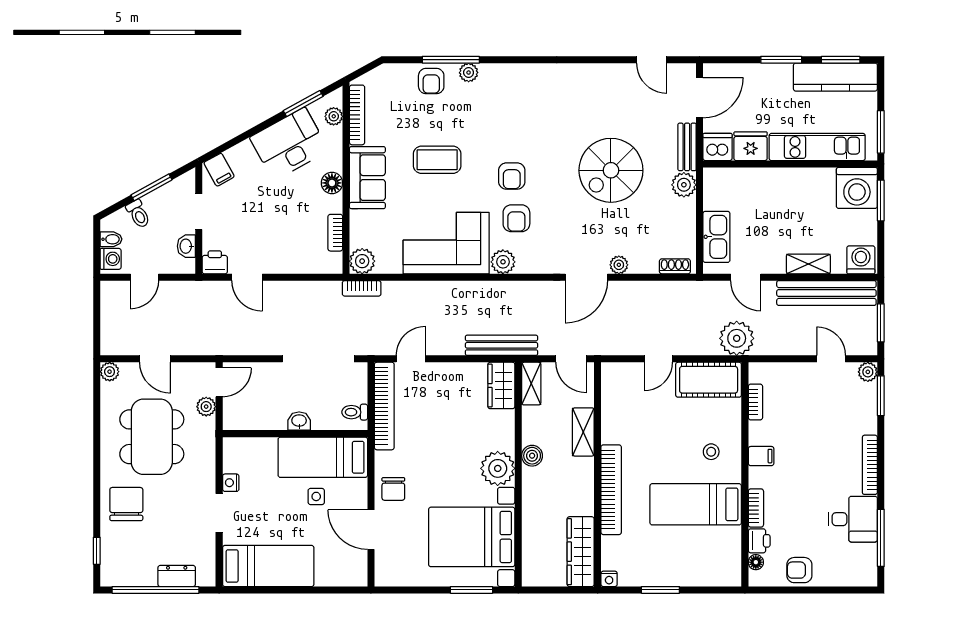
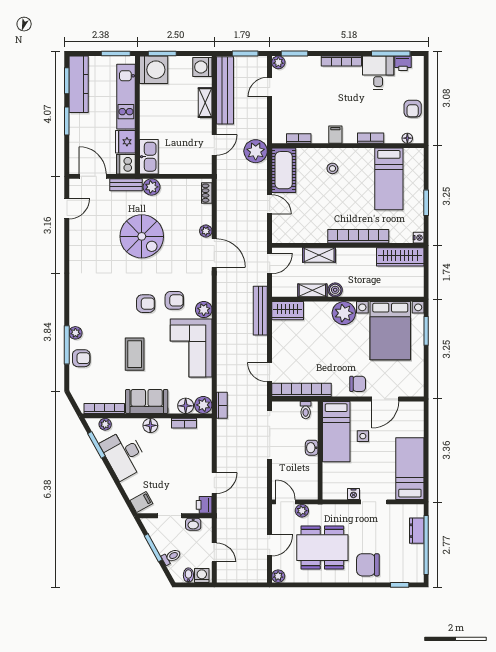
floor lamp: (361, 235) -> (186, 406), added
kitchen sink: (716, 237) -> (149, 157), moved, turned 90
shelving: (531, 384) -> (312, 290), moved
bed: (696, 504) -> (389, 179), moved
printer: (759, 541) -> (403, 63), moved, turned 180

